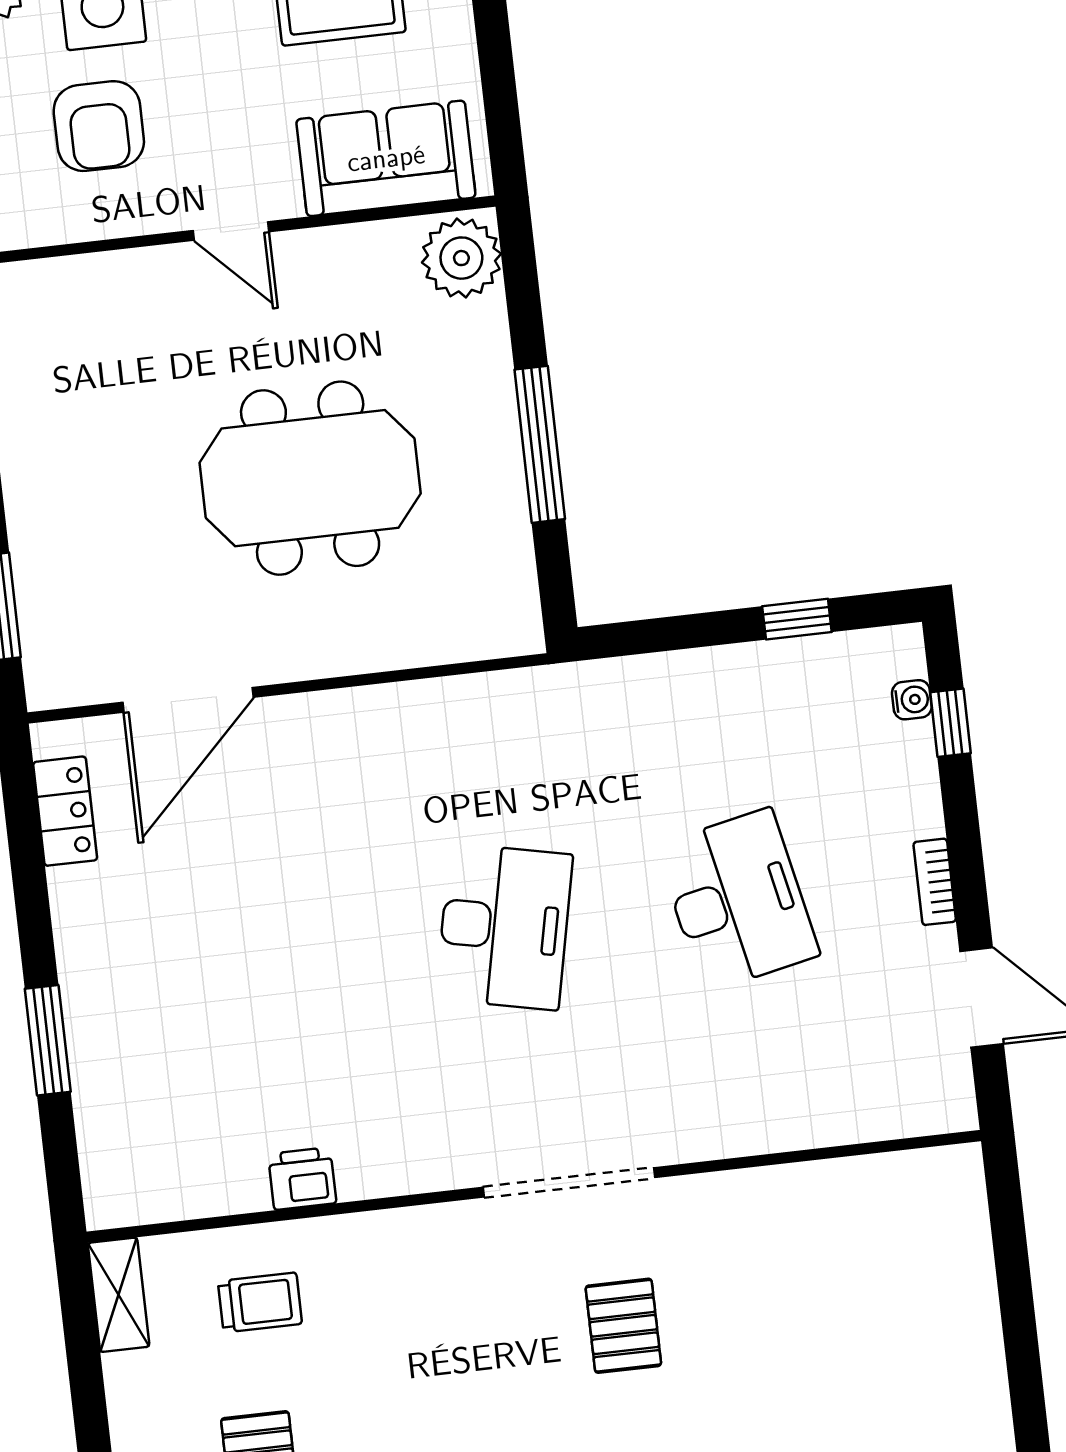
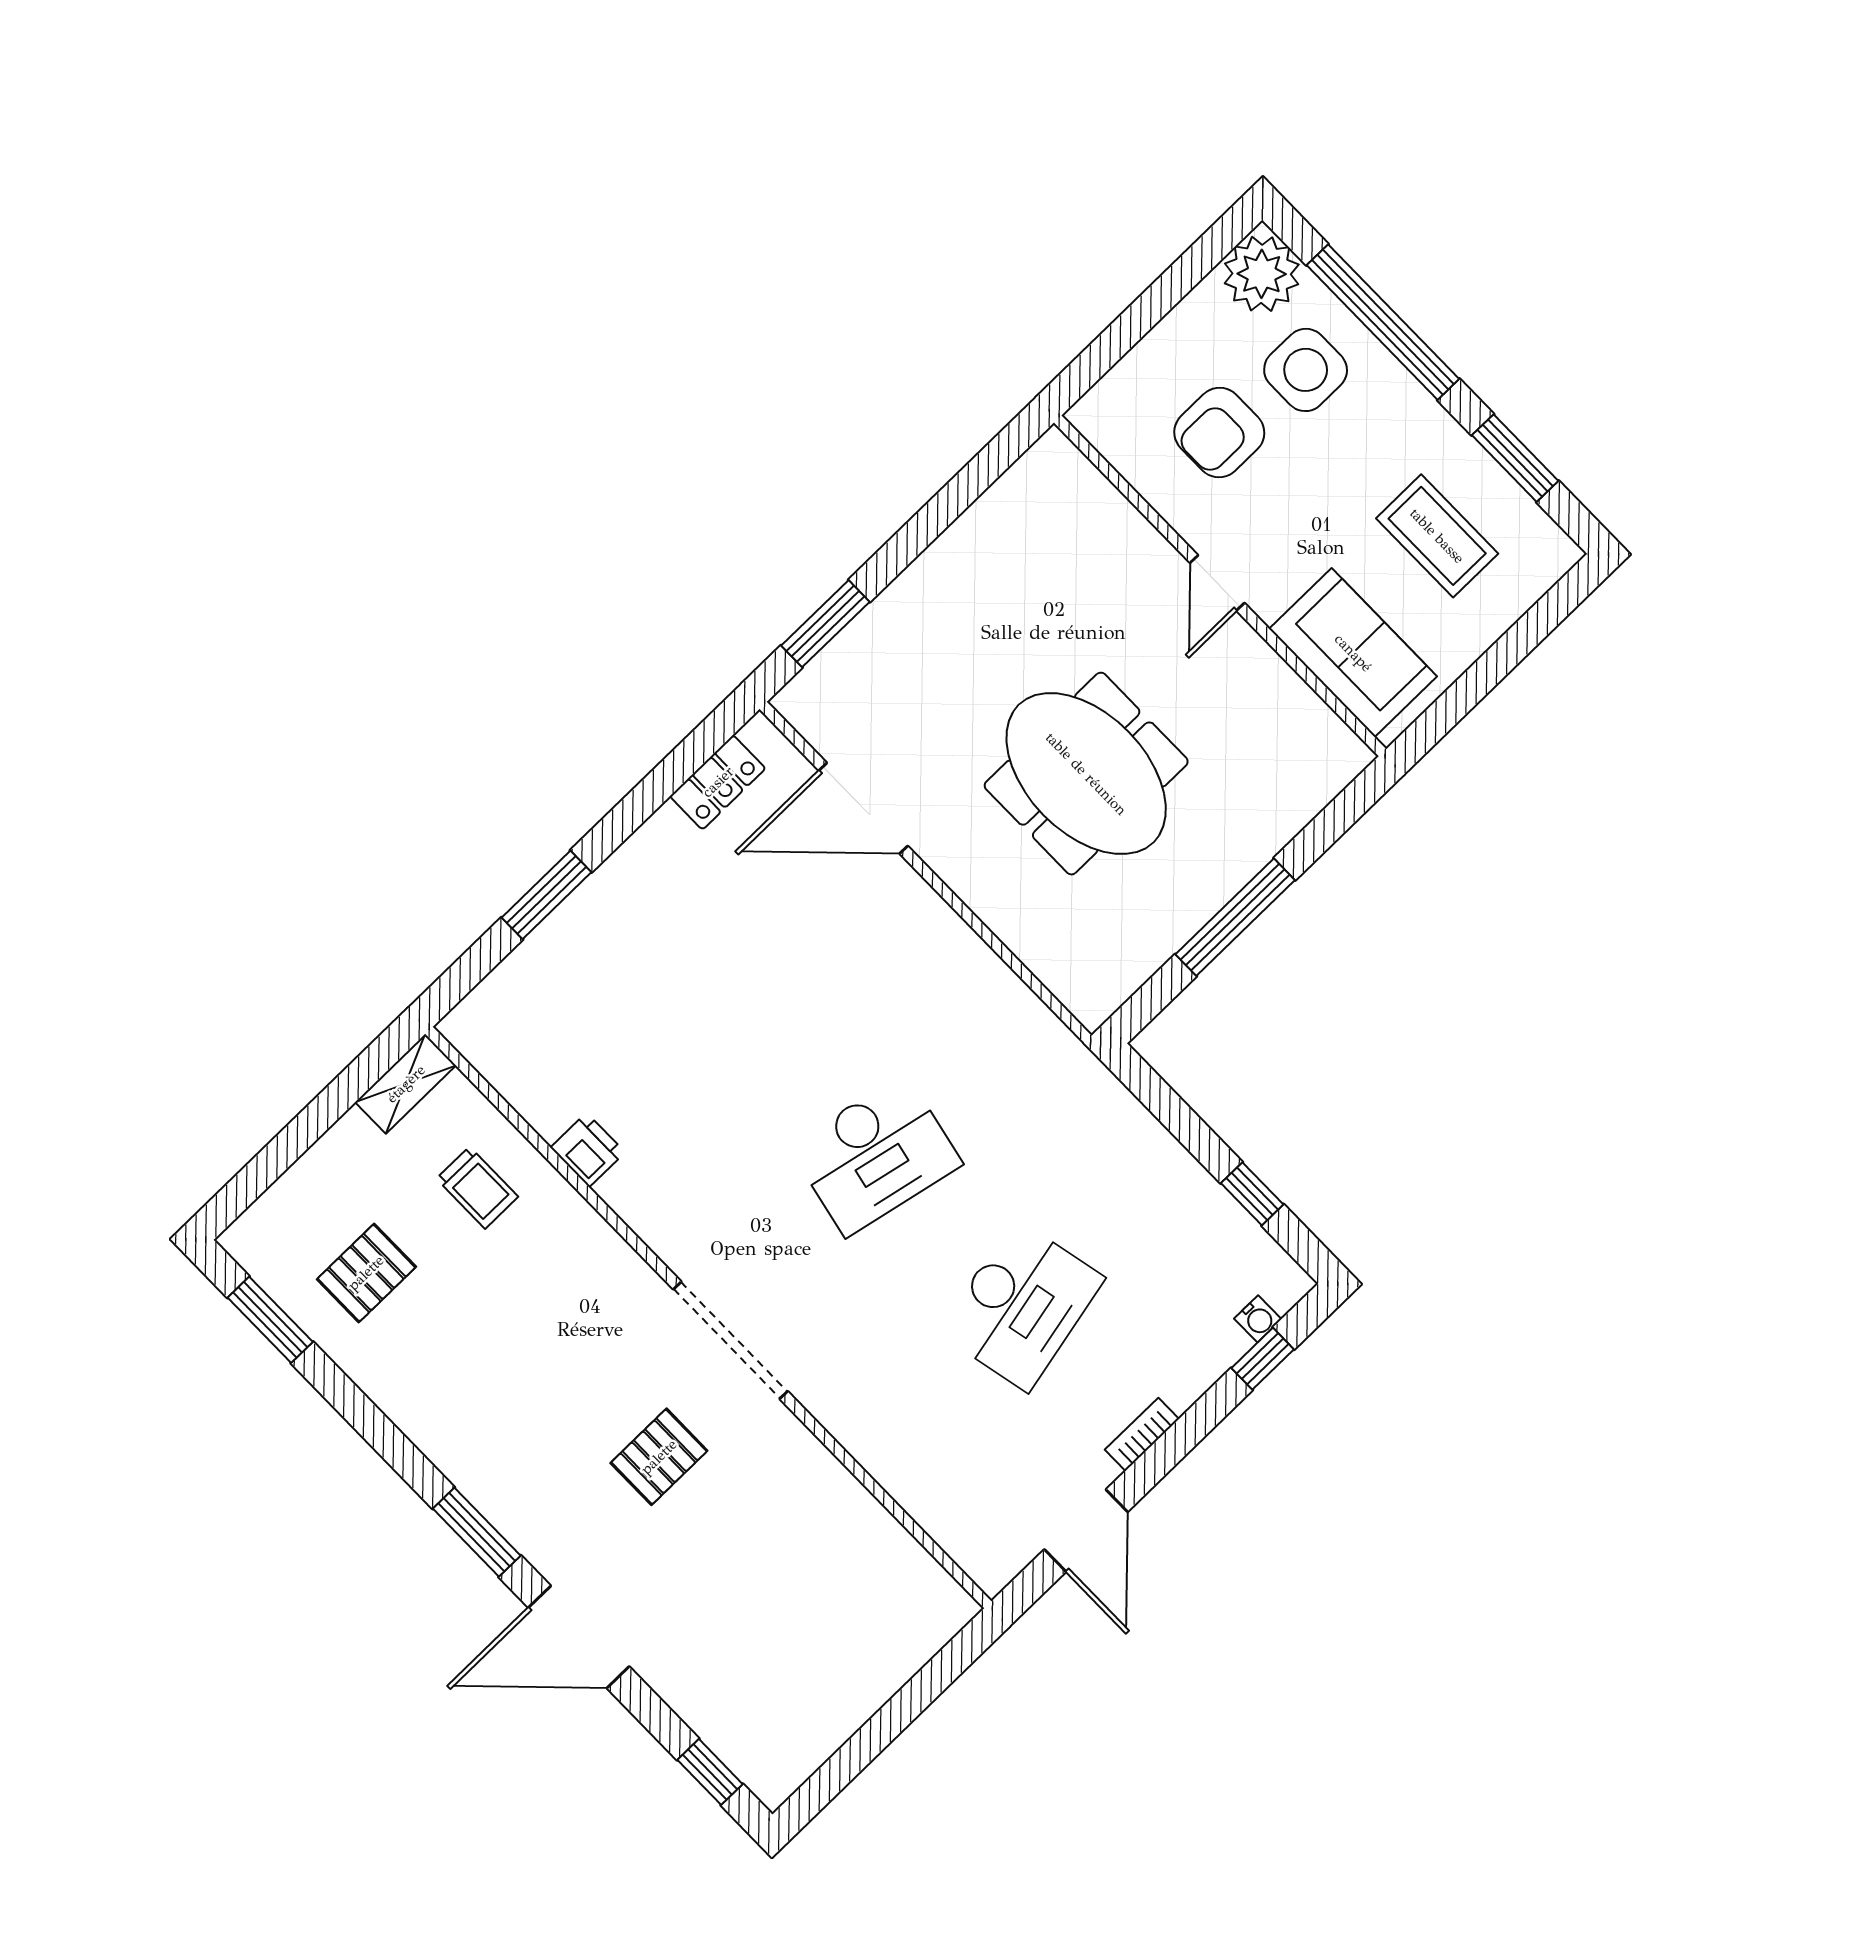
plant: (461, 258) -> (1324, 760), removed

